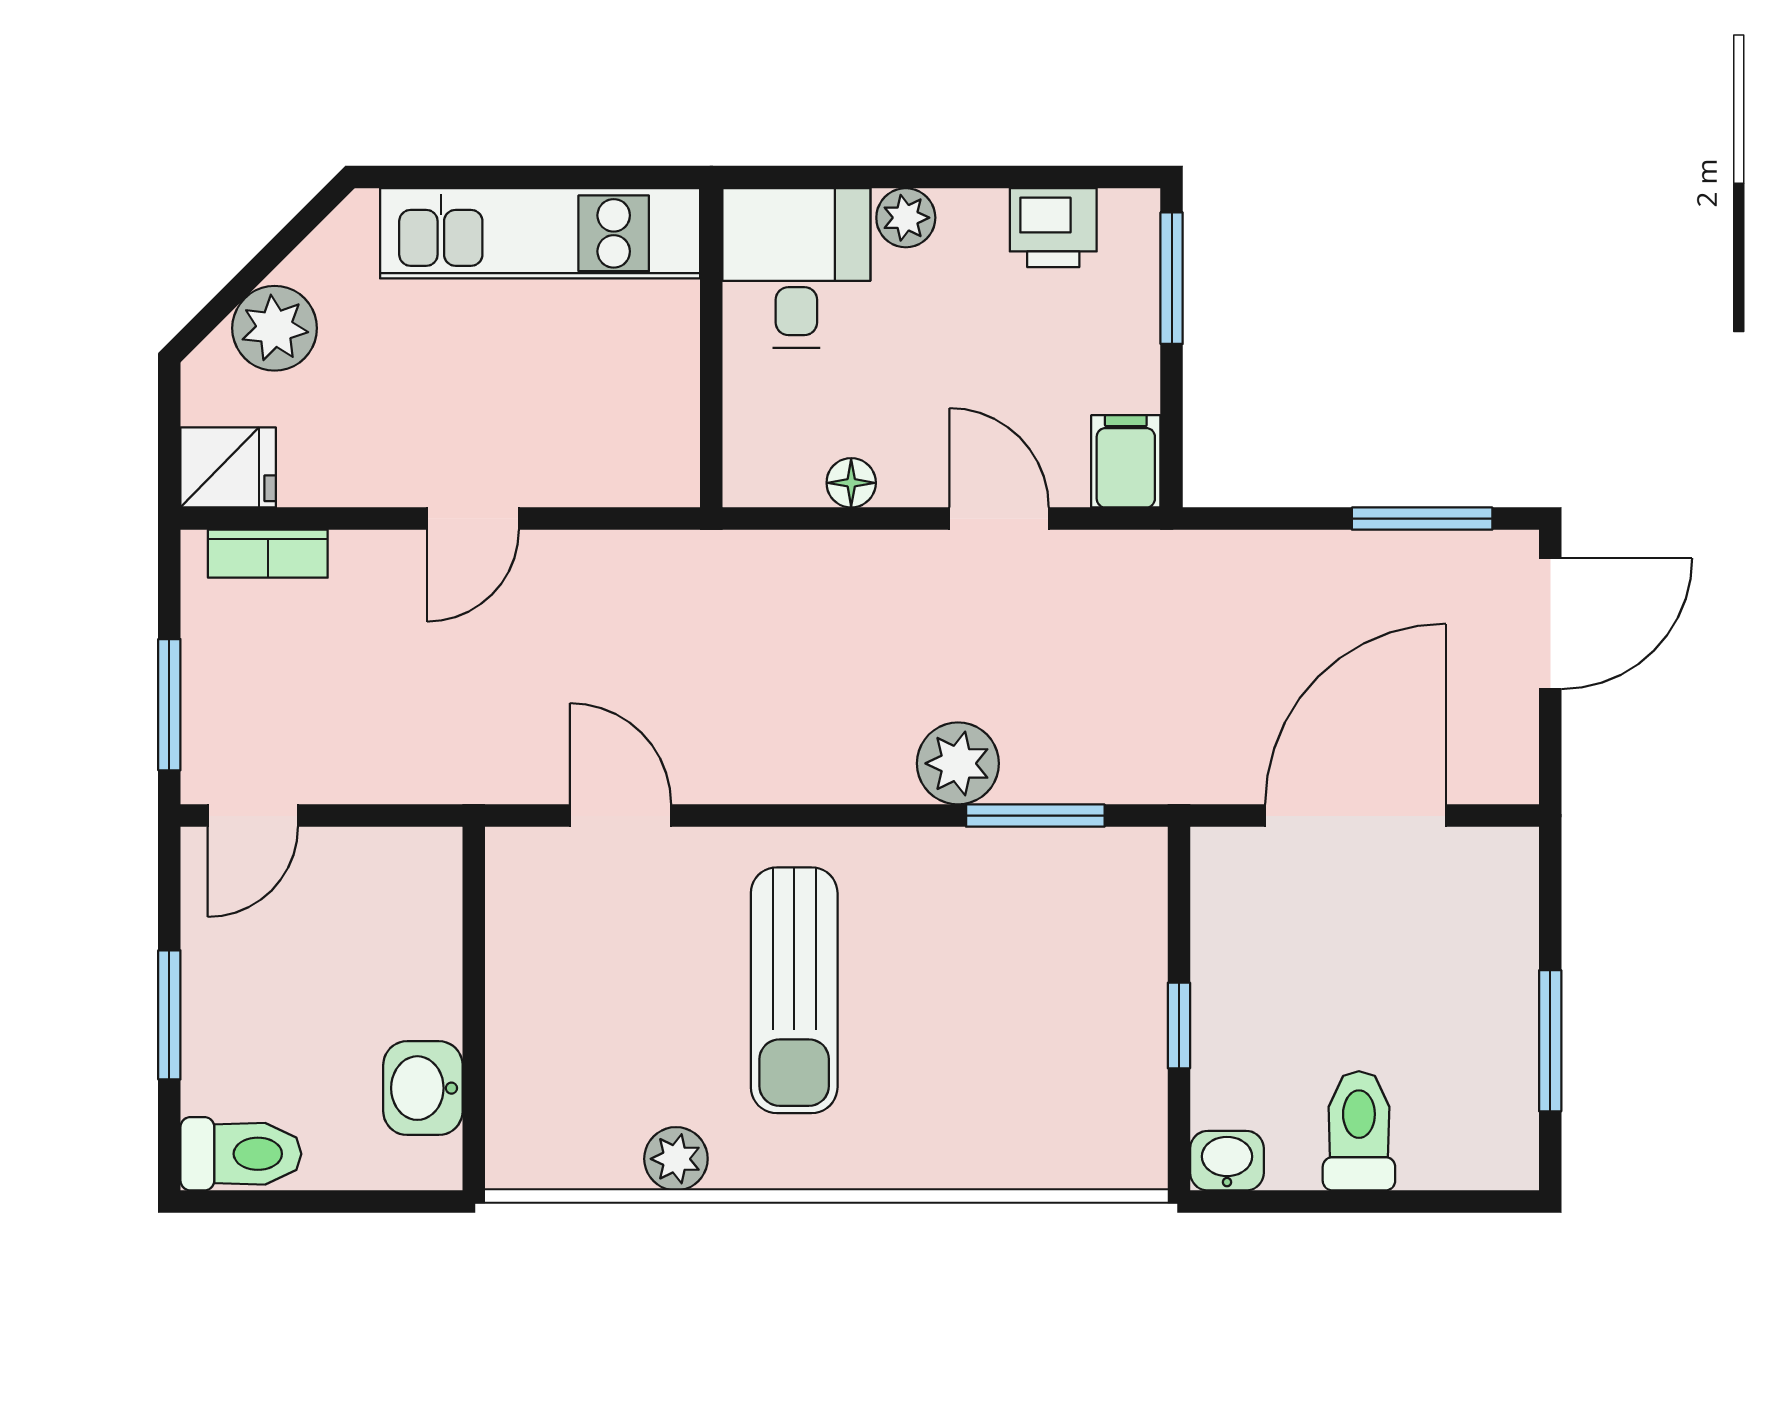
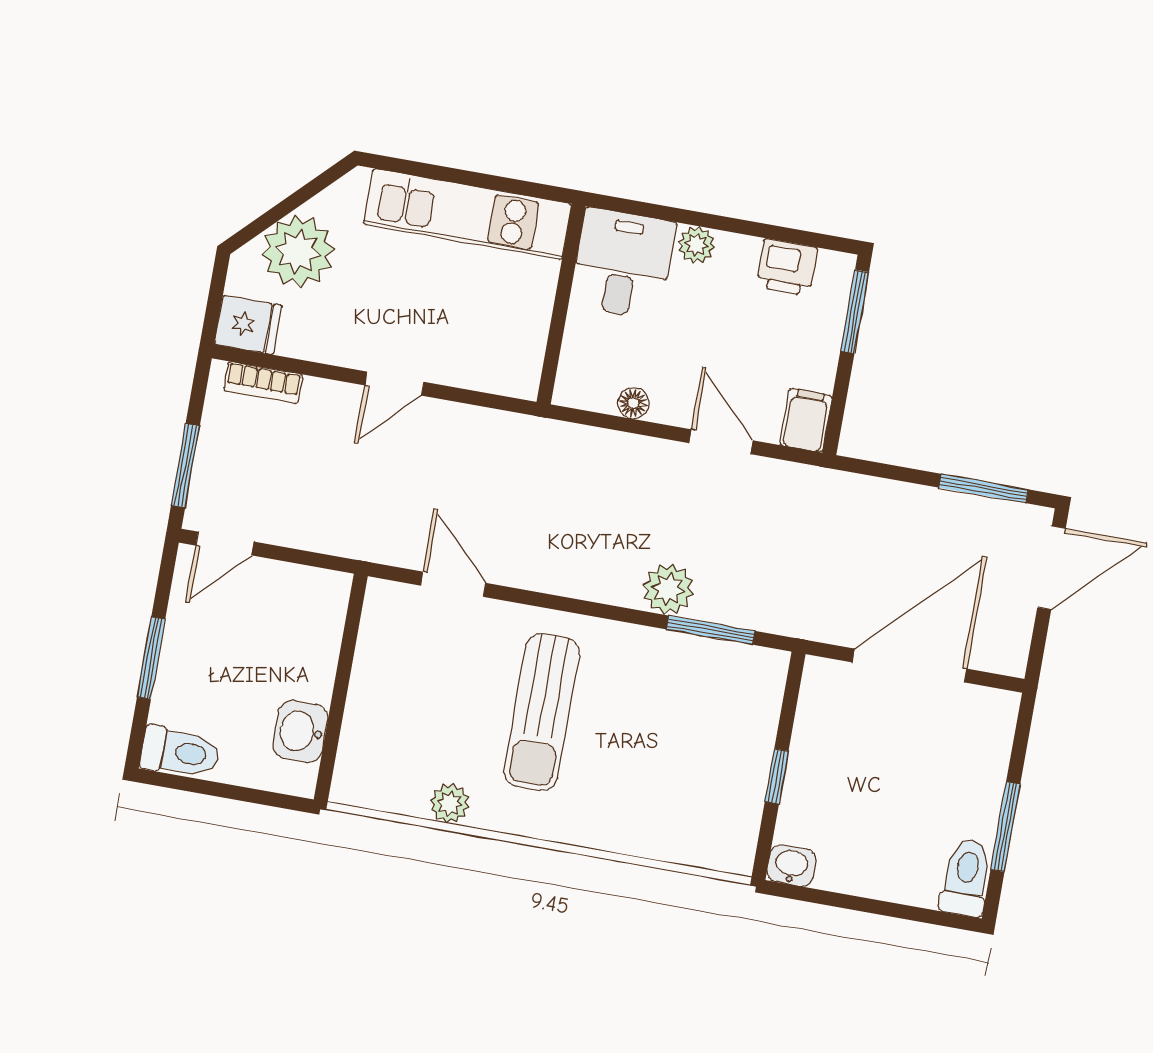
plant: (275, 328) -> (298, 251), width x1.36, depth x1.36
toilet: (1359, 1131) -> (966, 878), moved

